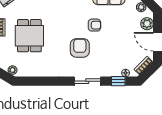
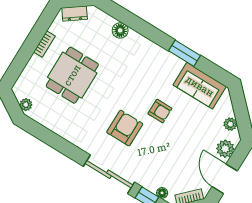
sliding door: (87, 81) -> (109, 174), width x1.37

